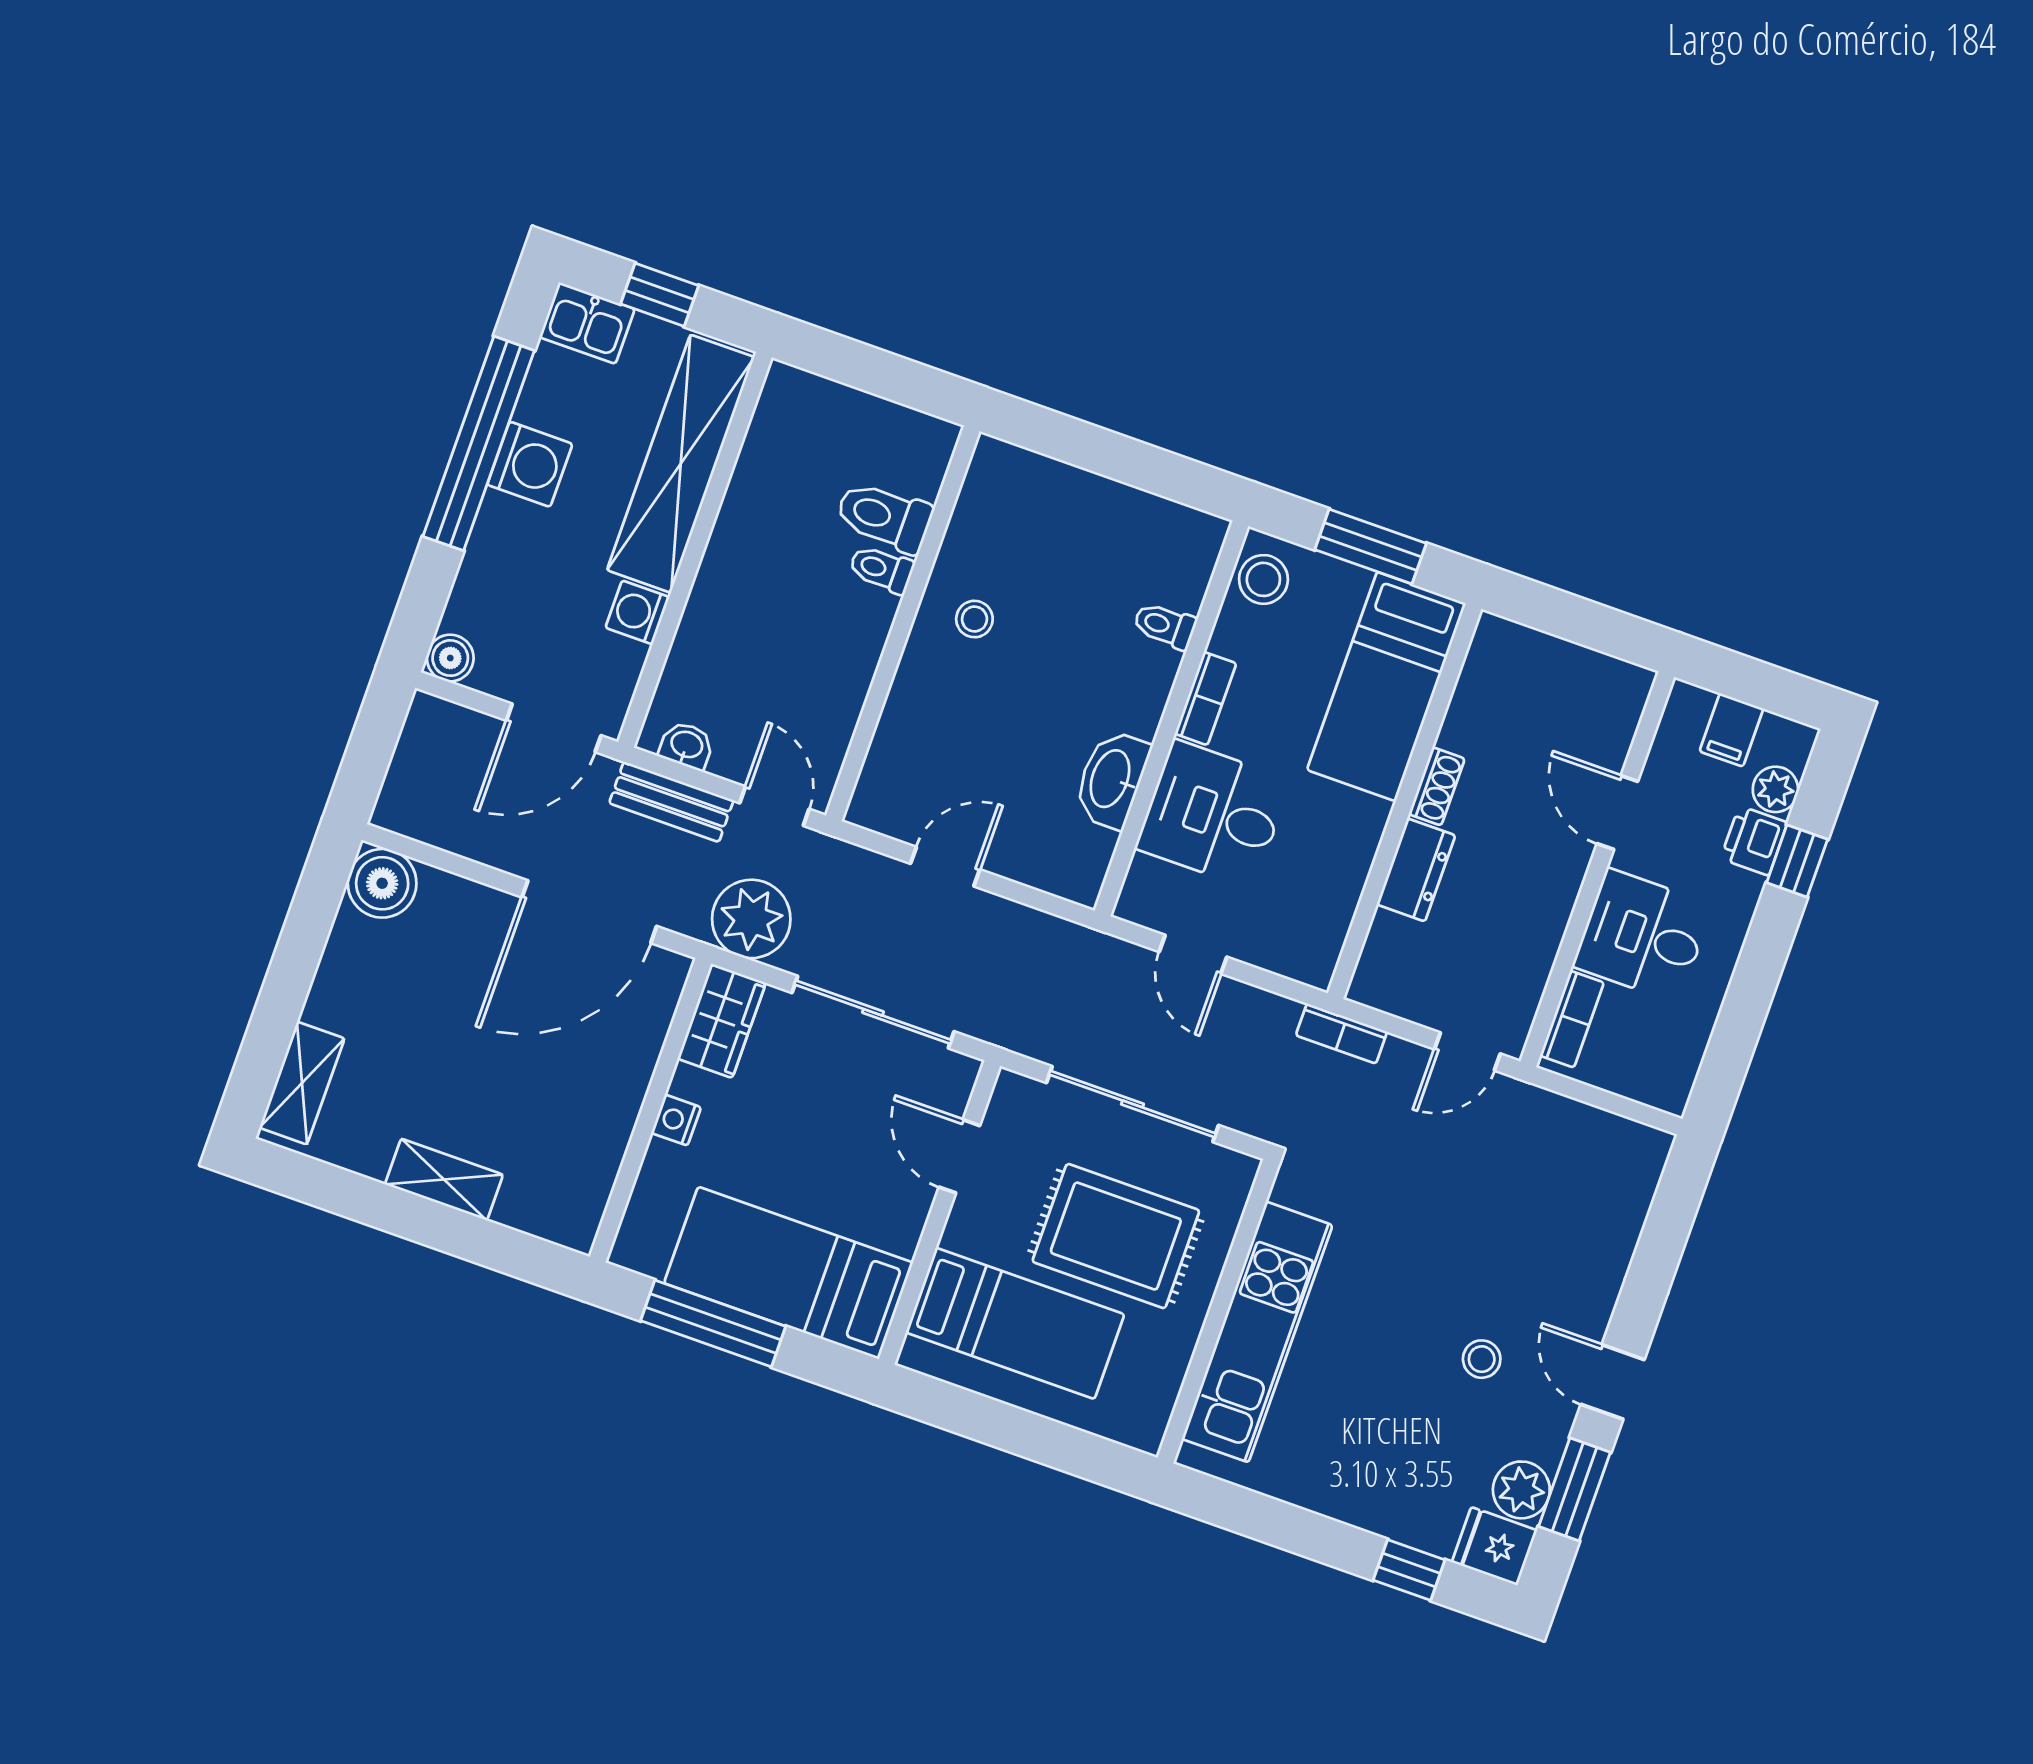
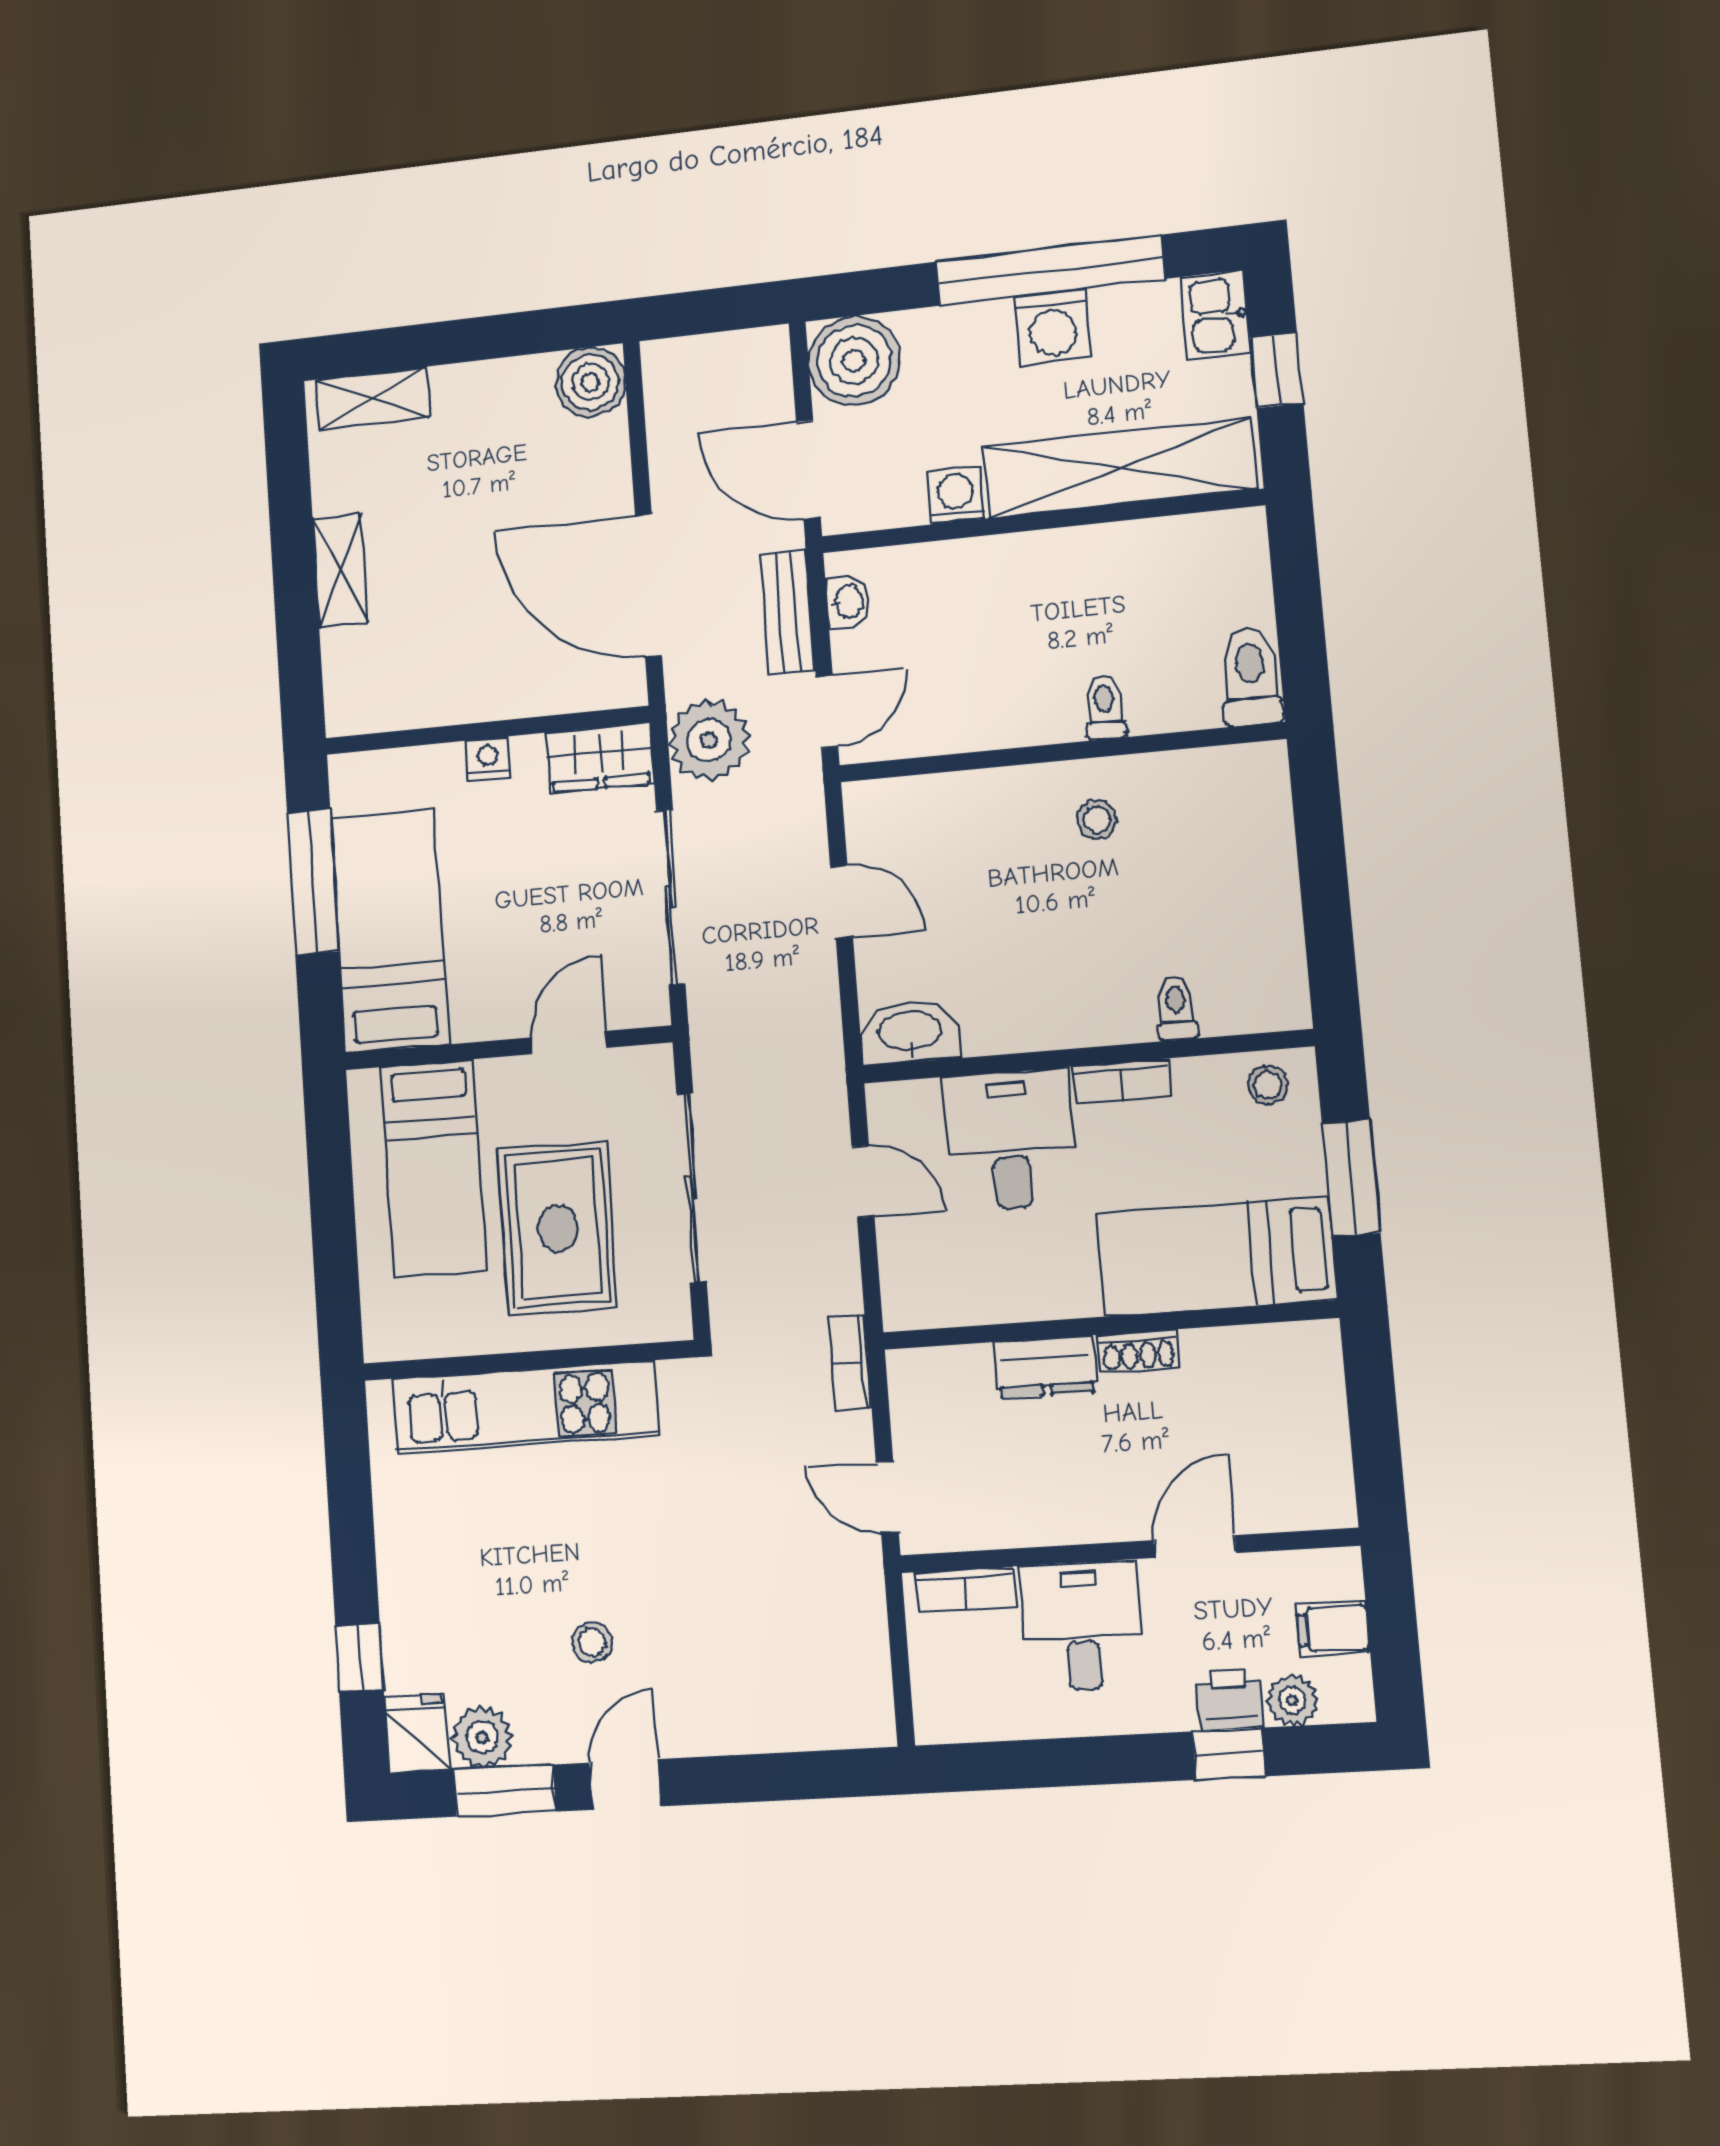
toilet: (884, 517) -> (1251, 677), moved
stool: (1263, 579) -> (1268, 1085), width x0.73, depth x0.73
boiler: (450, 658) -> (854, 361), width x1.86, depth x1.86
washbasin: (1112, 779) -> (910, 1032), moved
door: (1193, 954) -> (863, 1182), swing flipped

